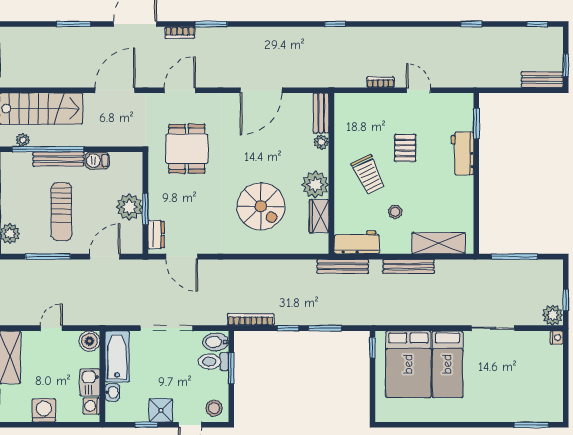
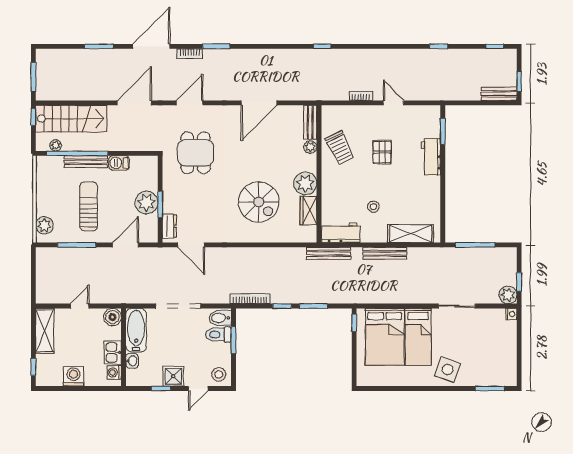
trolley: (368, 175) -> (340, 148), moved
sun lounger: (61, 212) -> (89, 206), turned 180
side table: (482, 403) -> (448, 370), added

